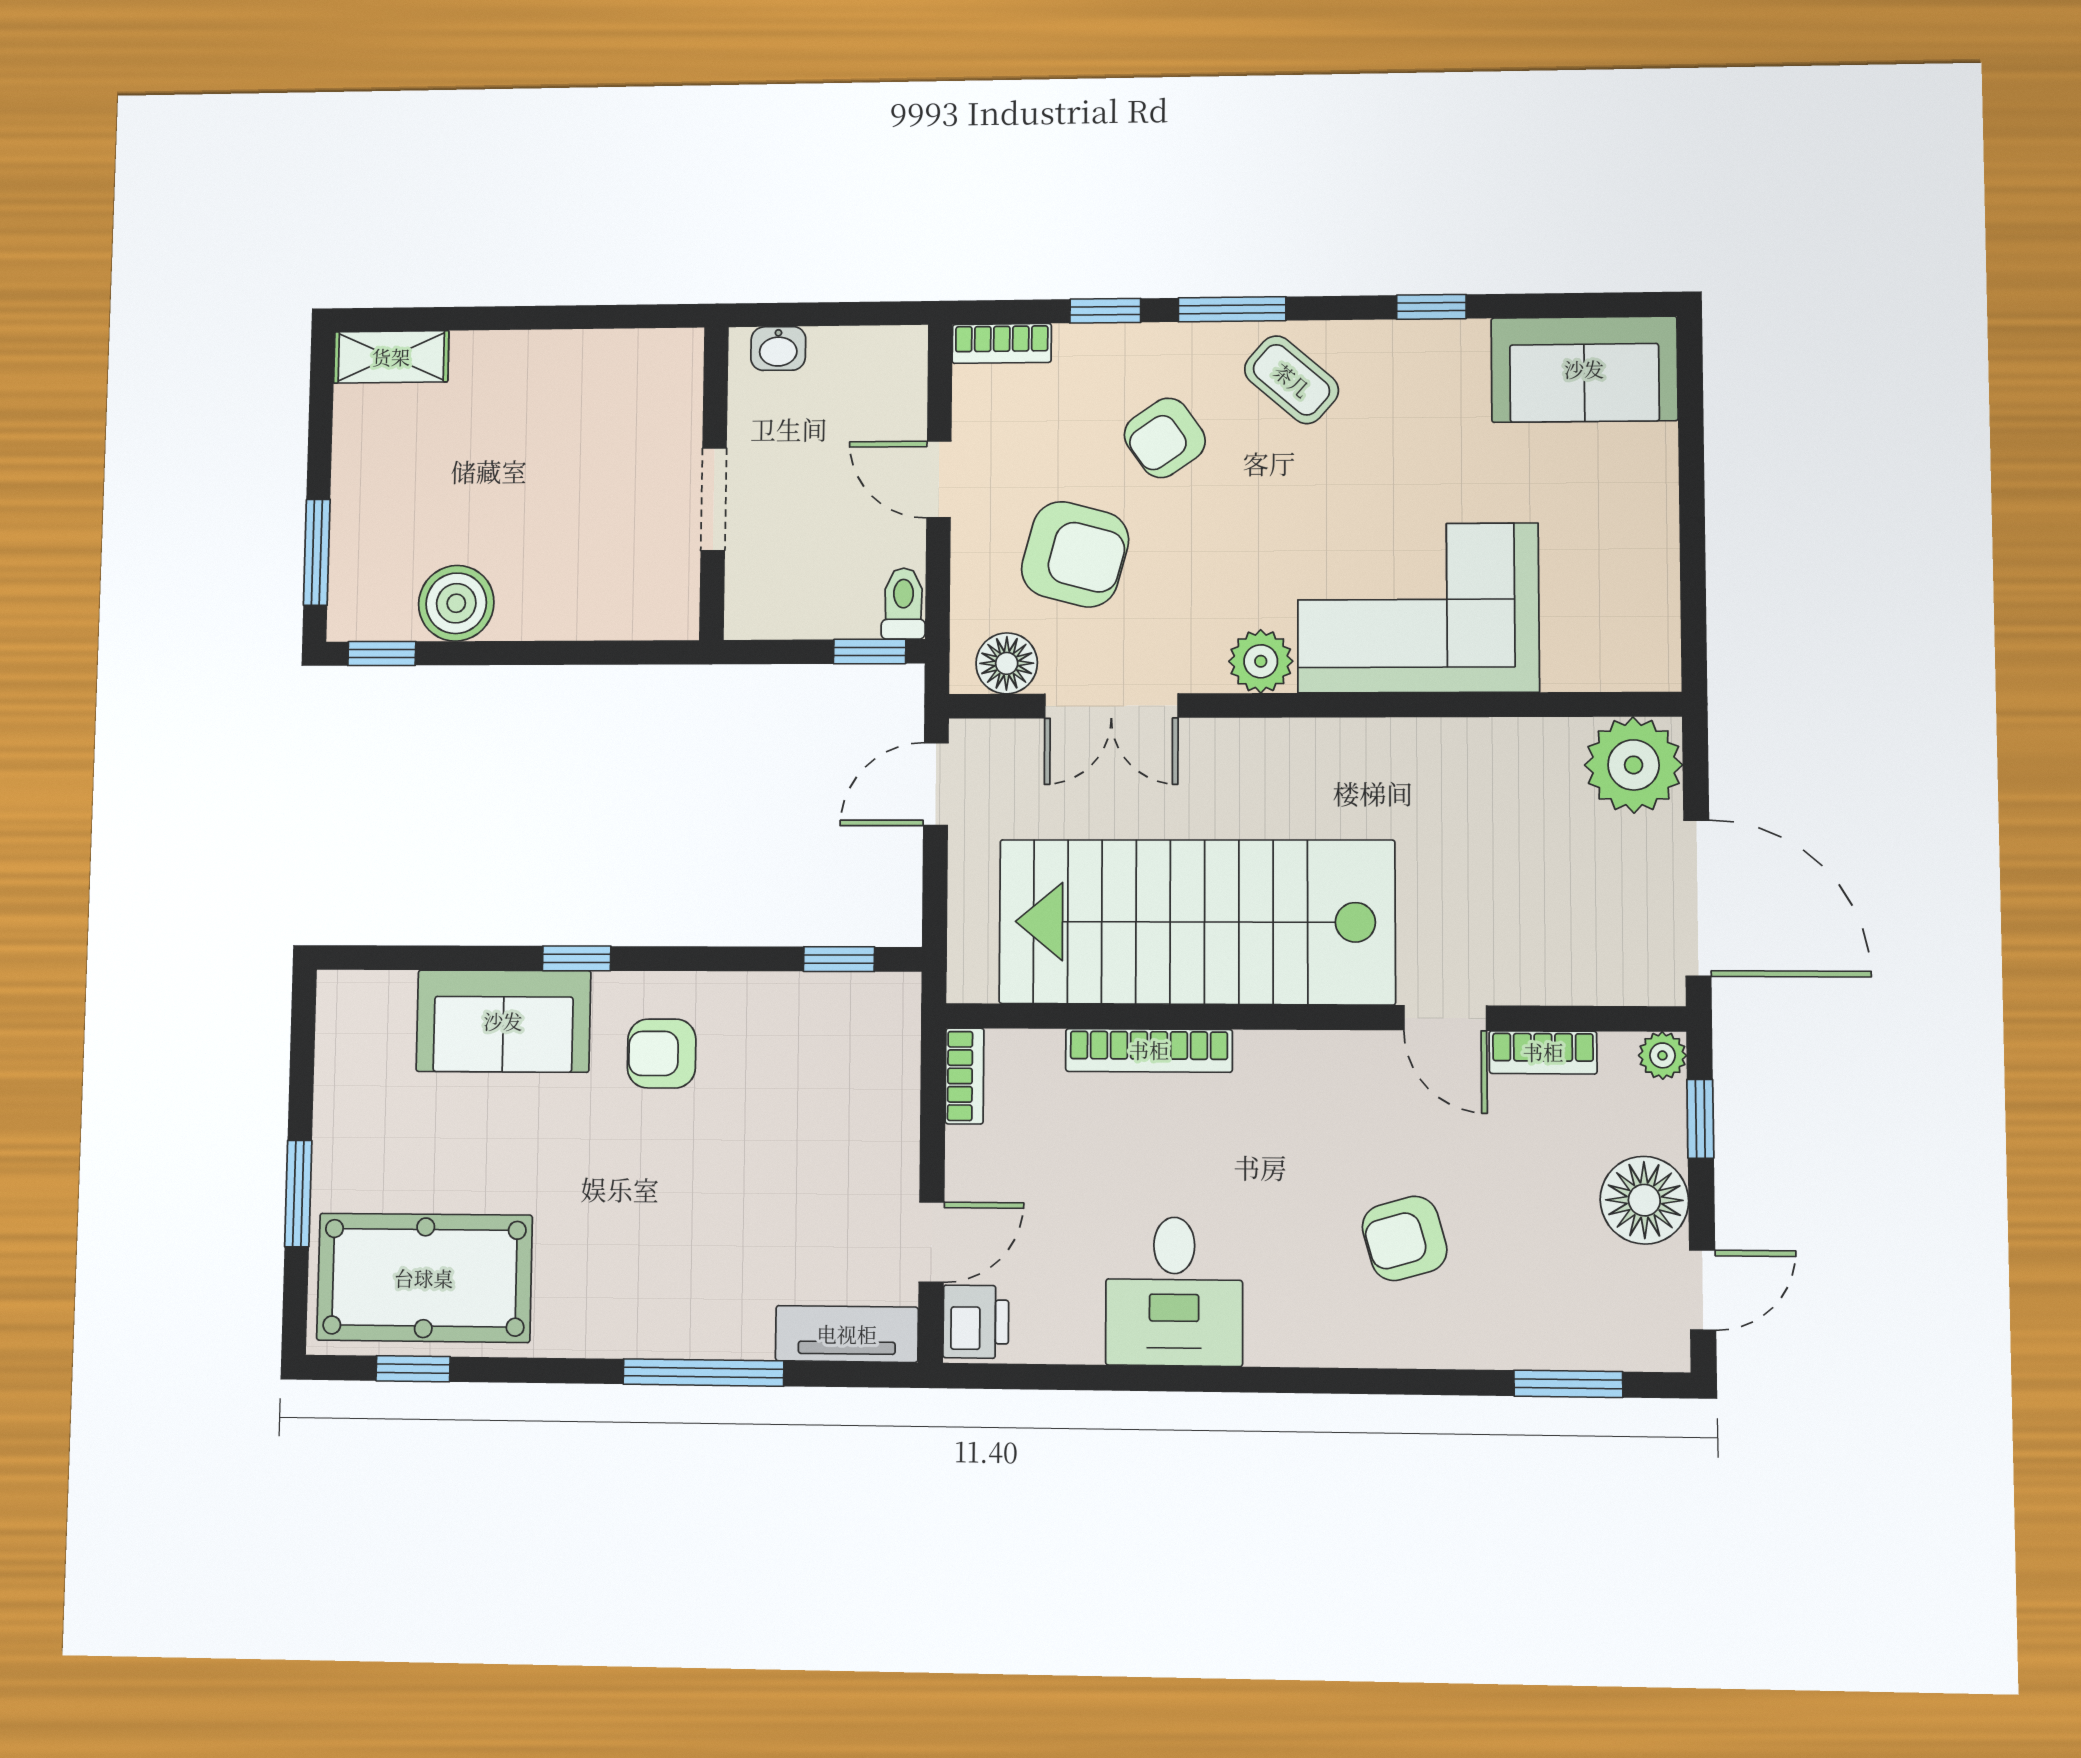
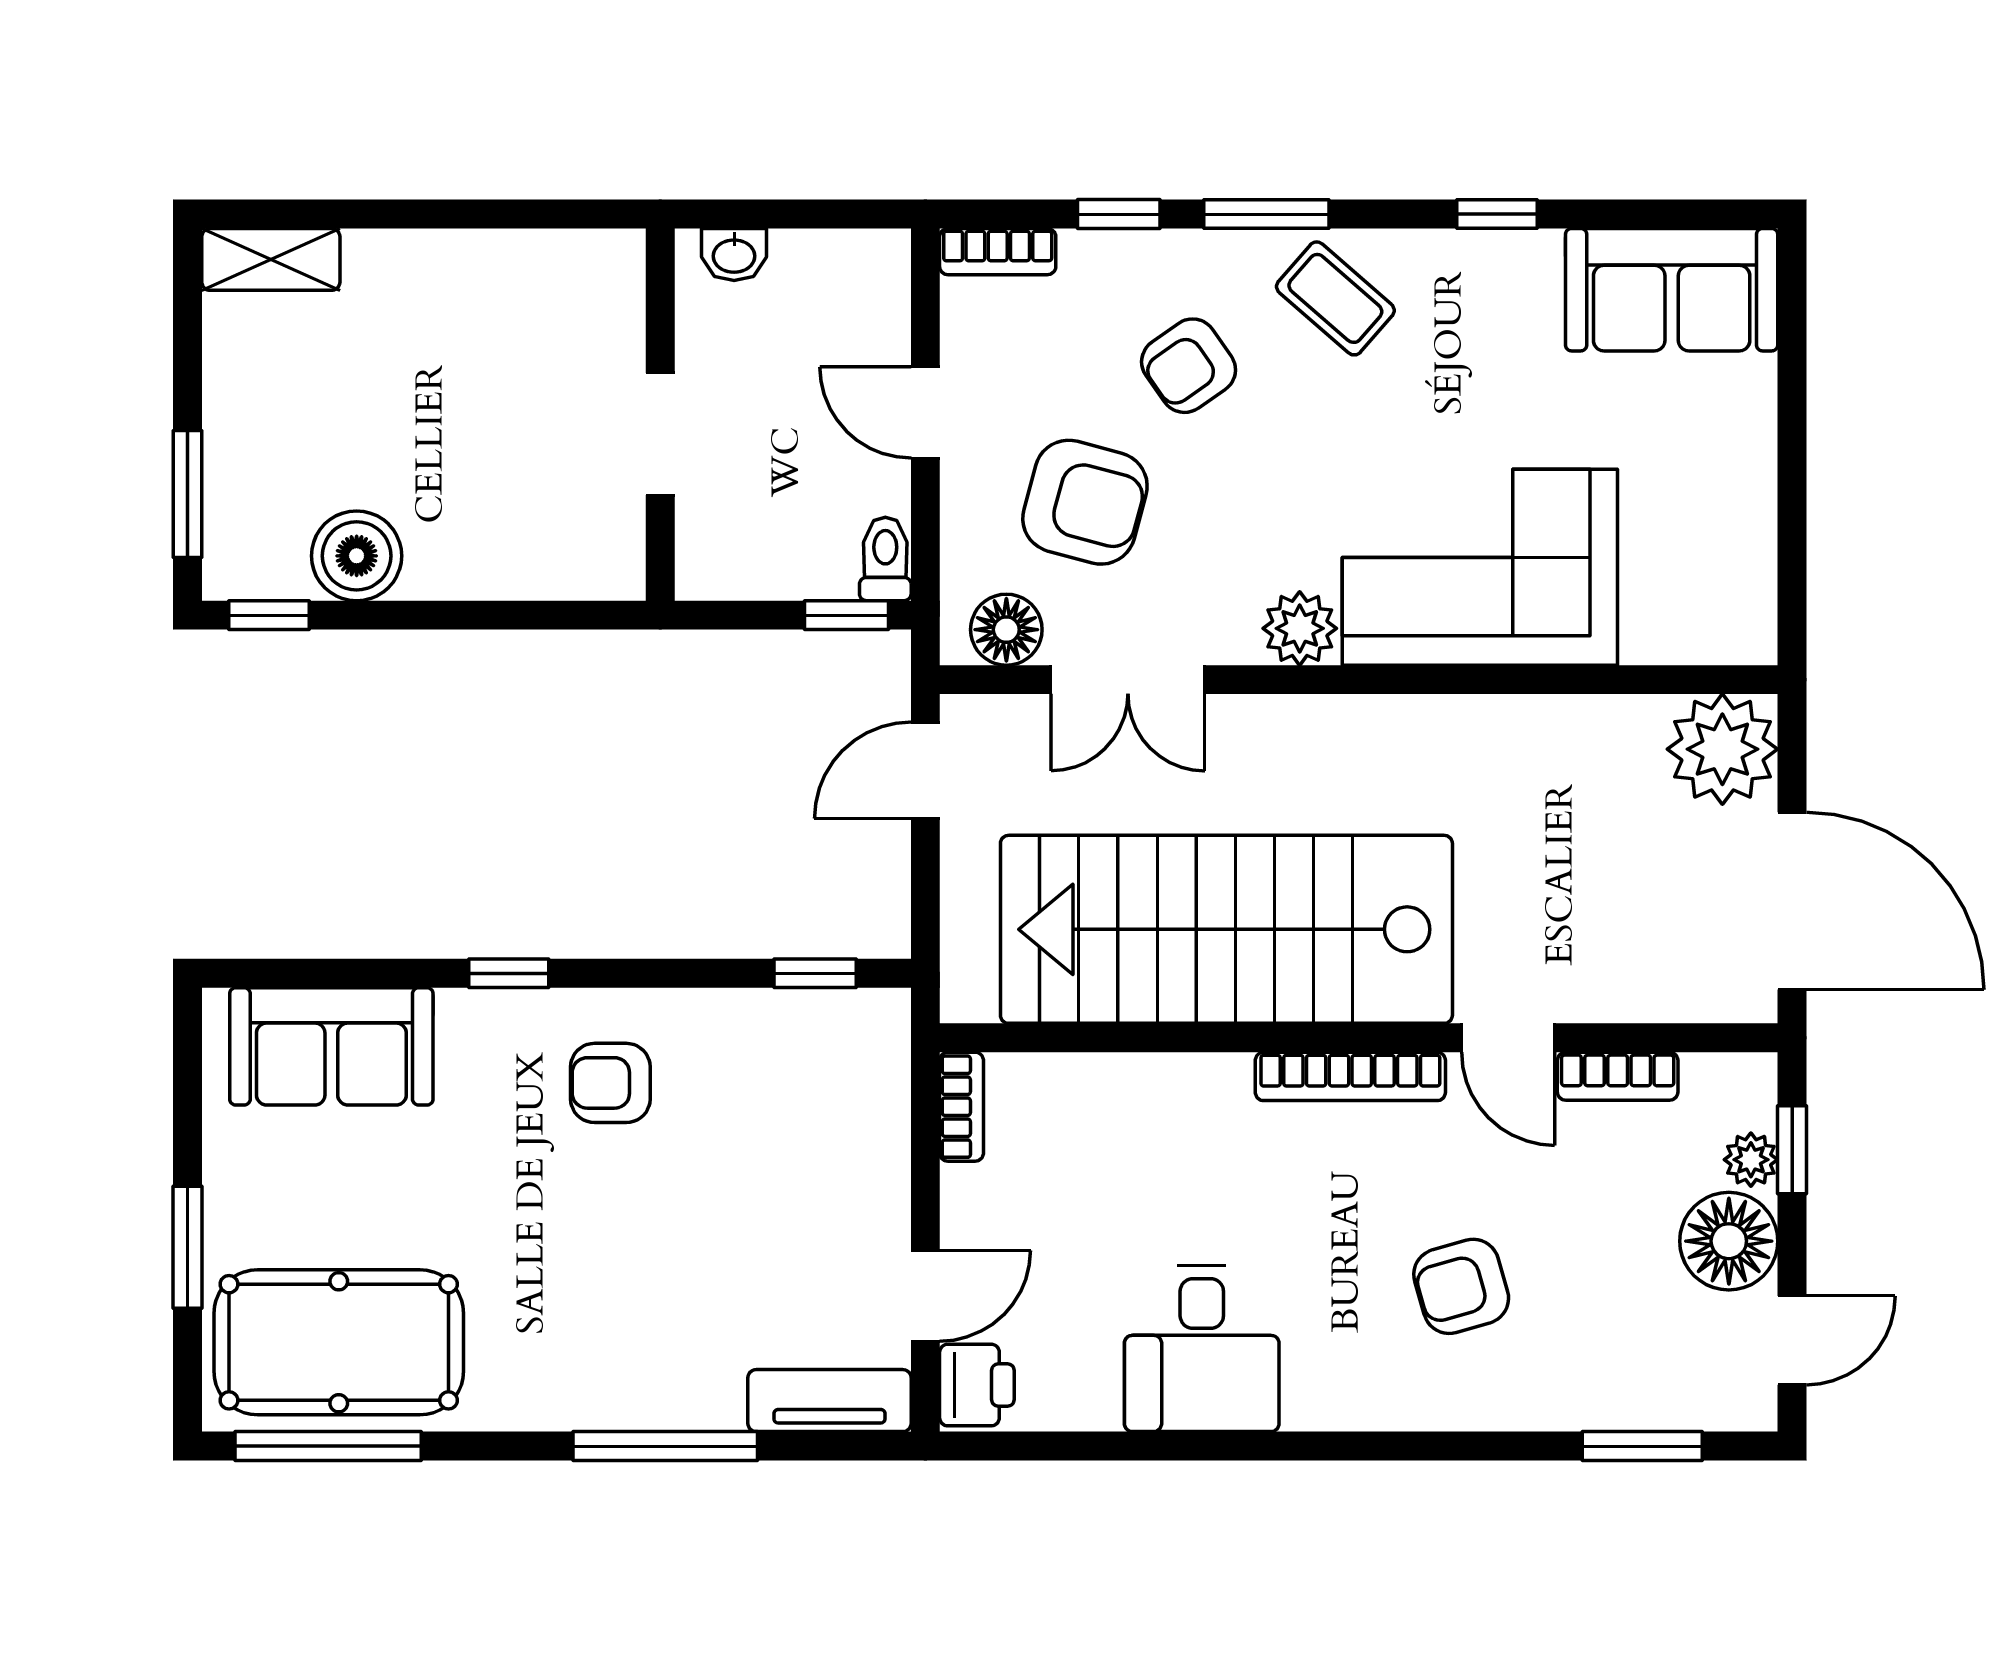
sofa: (503, 1021) -> (331, 1046), moved
bookcase: (1149, 1050) -> (1350, 1076), moved
plant: (1662, 1055) -> (1751, 1160), moved
window: (413, 1369) -> (328, 1446), width x2.17

